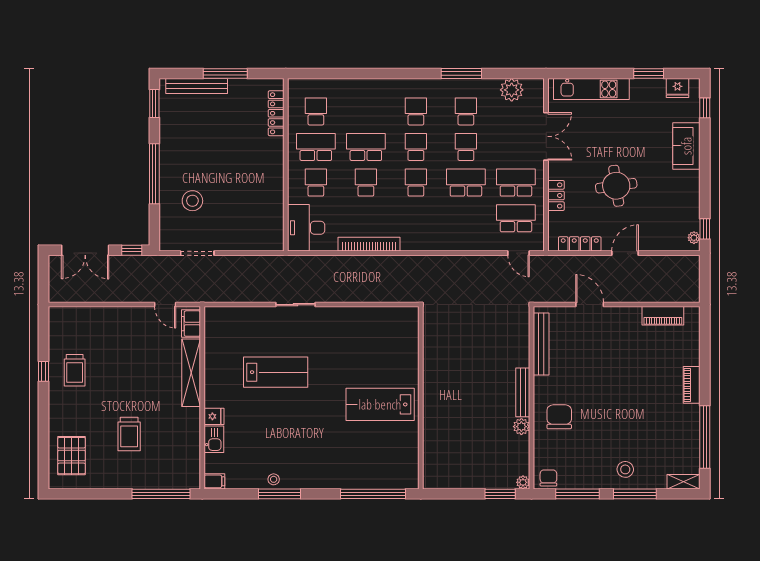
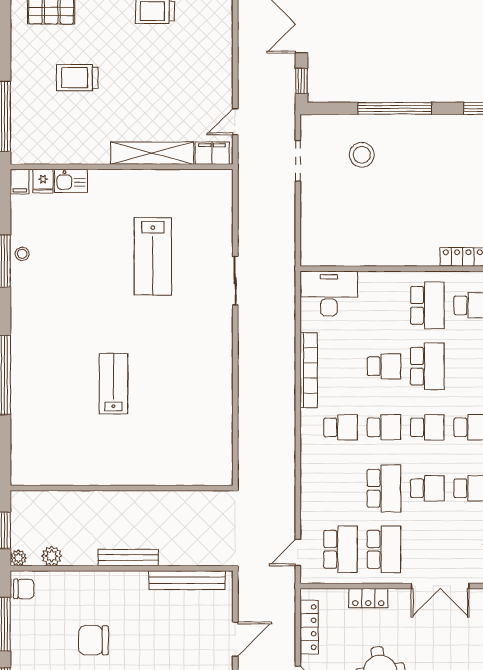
school desk: (316, 183) -> (341, 427), moved
wall: (421, 398) -> (122, 488), moved
lab bench: (380, 404) -> (113, 384), width x0.73, depth x0.72
fridge: (214, 416) -> (43, 181), moved
chair: (559, 417) -> (93, 640), moved, turned 180
plant: (521, 427) -> (52, 556), moved

